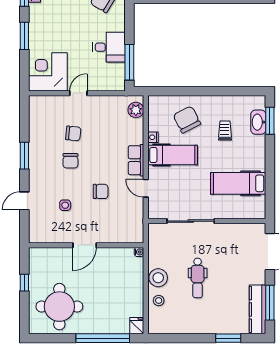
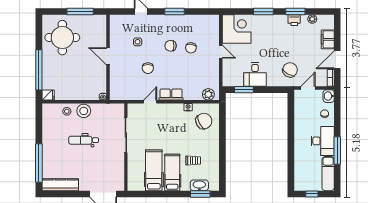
window: (129, 62) -> (244, 90), width x0.69
chair: (187, 120) -> (204, 121), moved
hospital bed: (173, 155) -> (172, 172), moved, turned 180
window: (24, 283) -> (80, 12), width x2.17
window: (270, 303) -> (65, 194), removed
window: (228, 338) -> (39, 163), width x2.11

